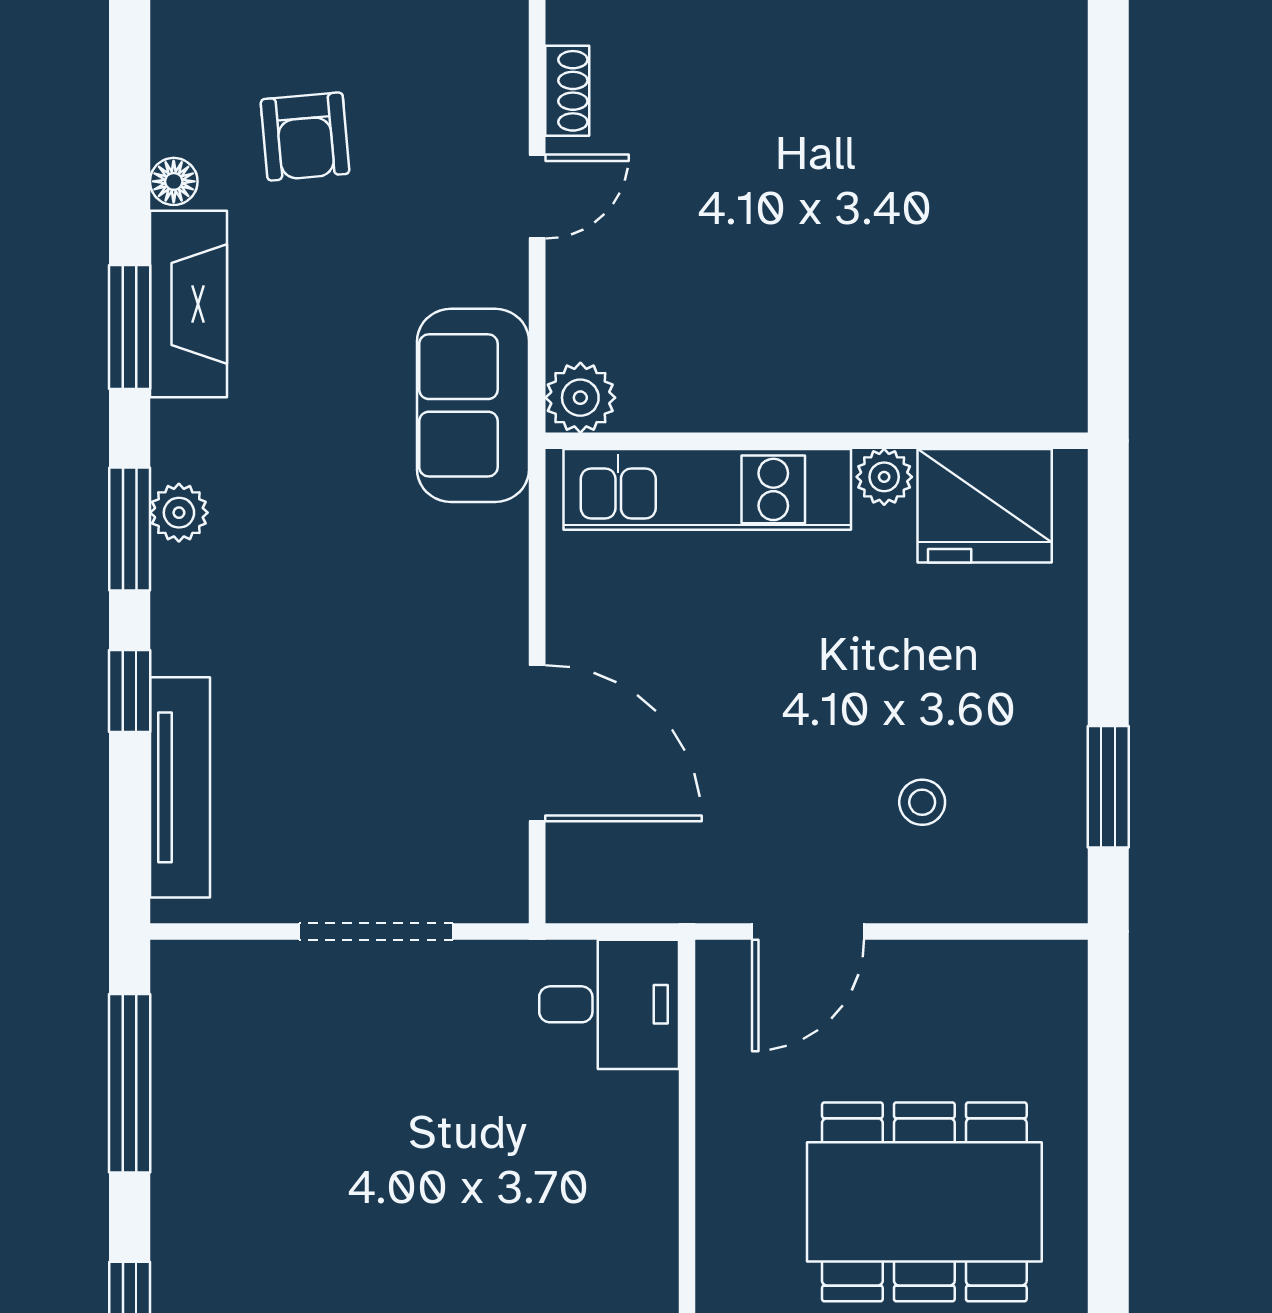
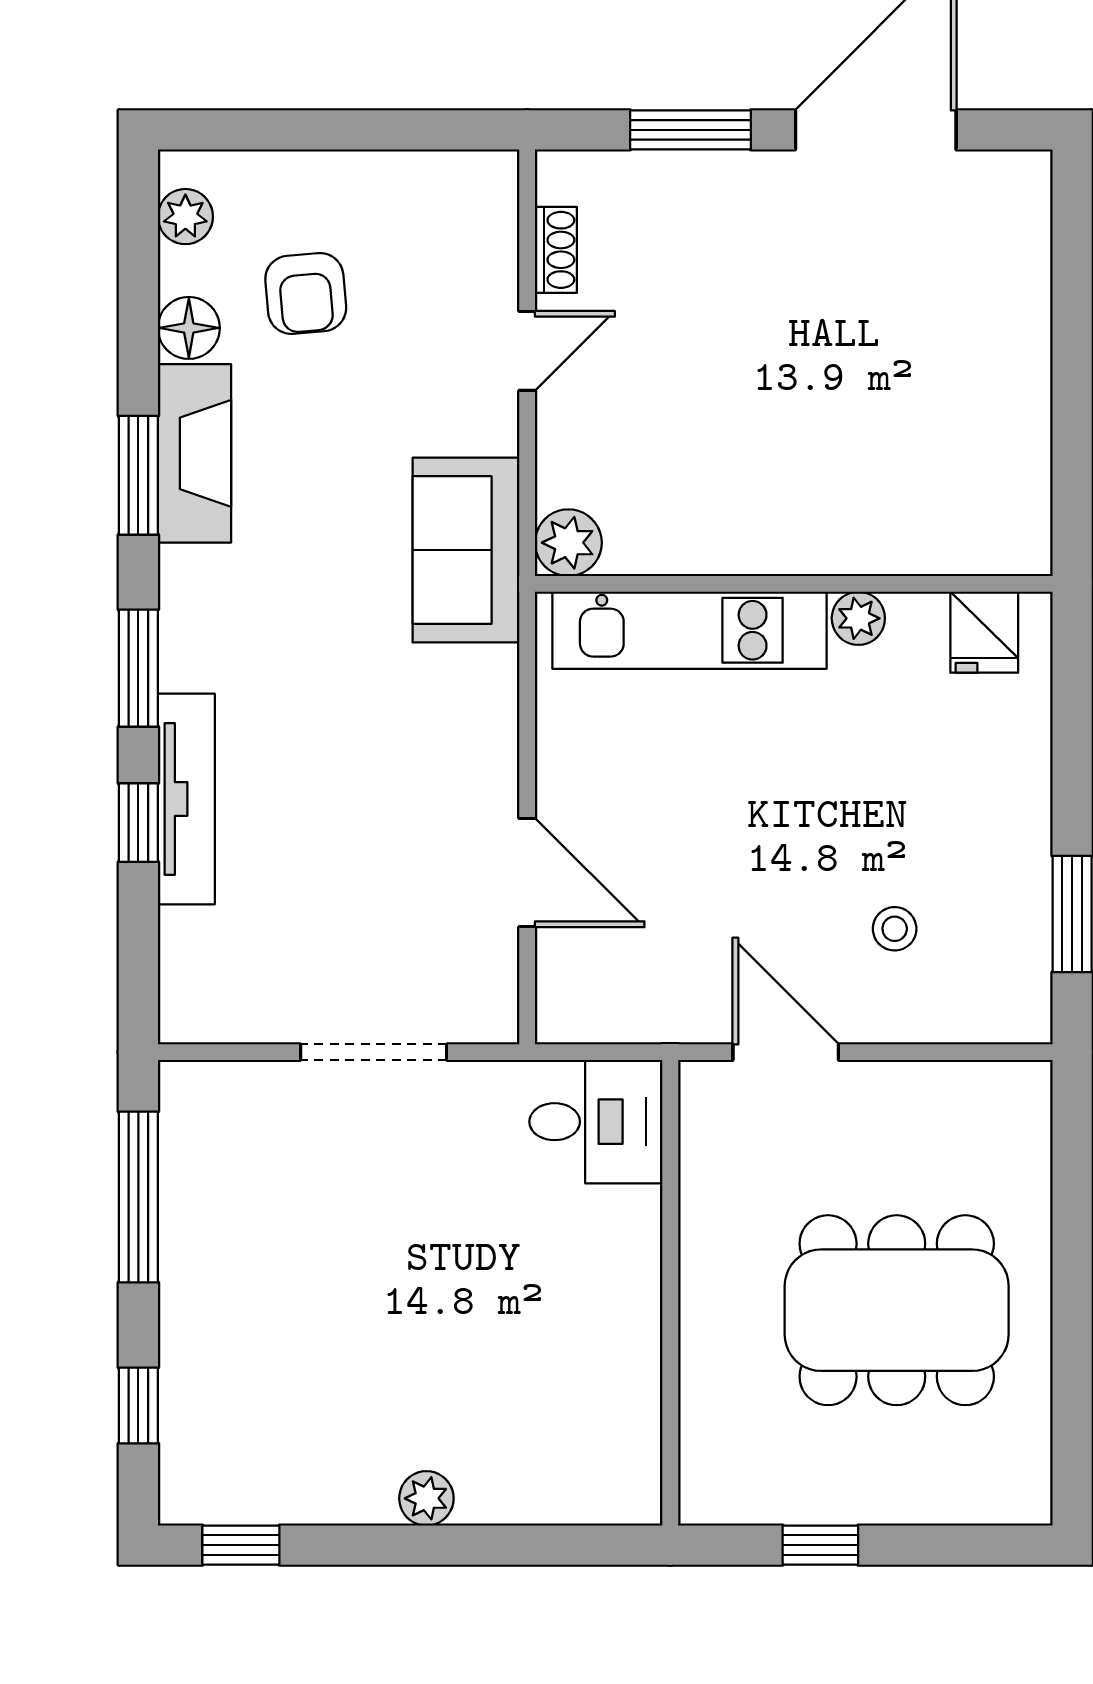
floor lamp: (174, 181) -> (189, 328), width x1.37, depth x1.37
fridge: (985, 506) -> (984, 632), width x0.53, depth x0.75
plant: (179, 513) -> (185, 217), moved
door: (537, 743) -> (527, 872), width x0.73
tv unit: (180, 787) -> (186, 799), moved
door: (808, 931) -> (786, 1052), swing flipped

